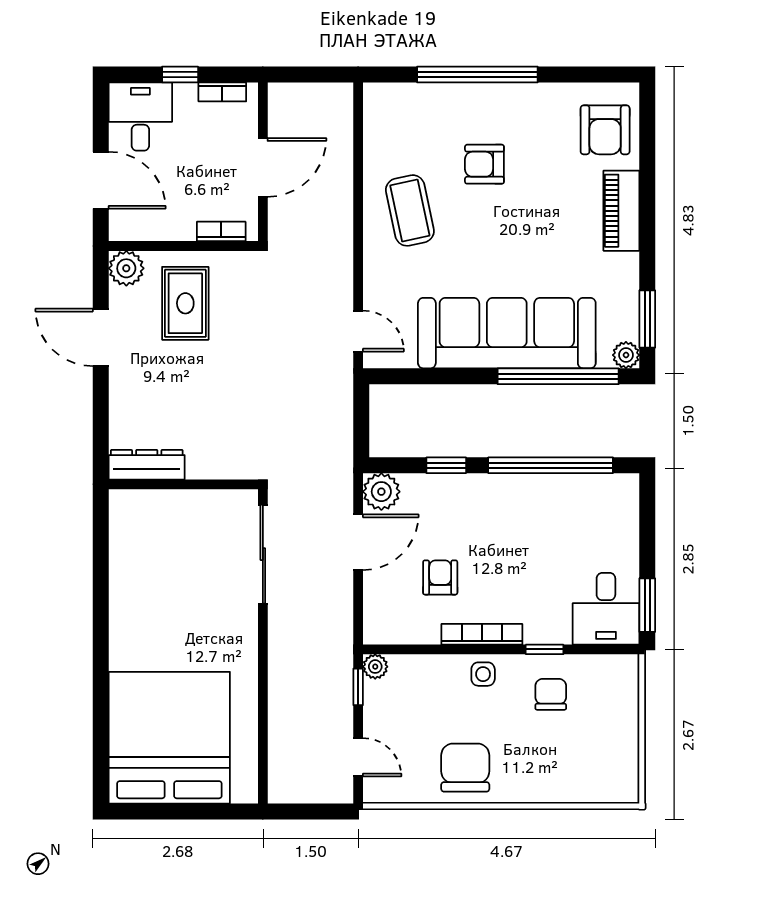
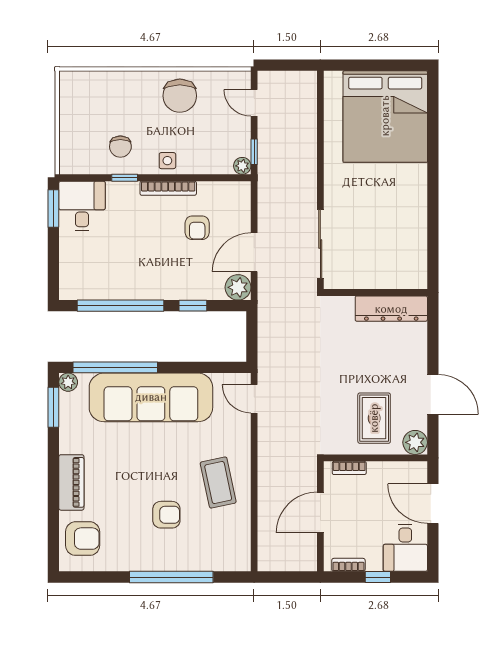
armchair: (605, 130) -> (83, 539), turned 90
dresser: (147, 465) -> (391, 309), width x1.37, depth x1.24

